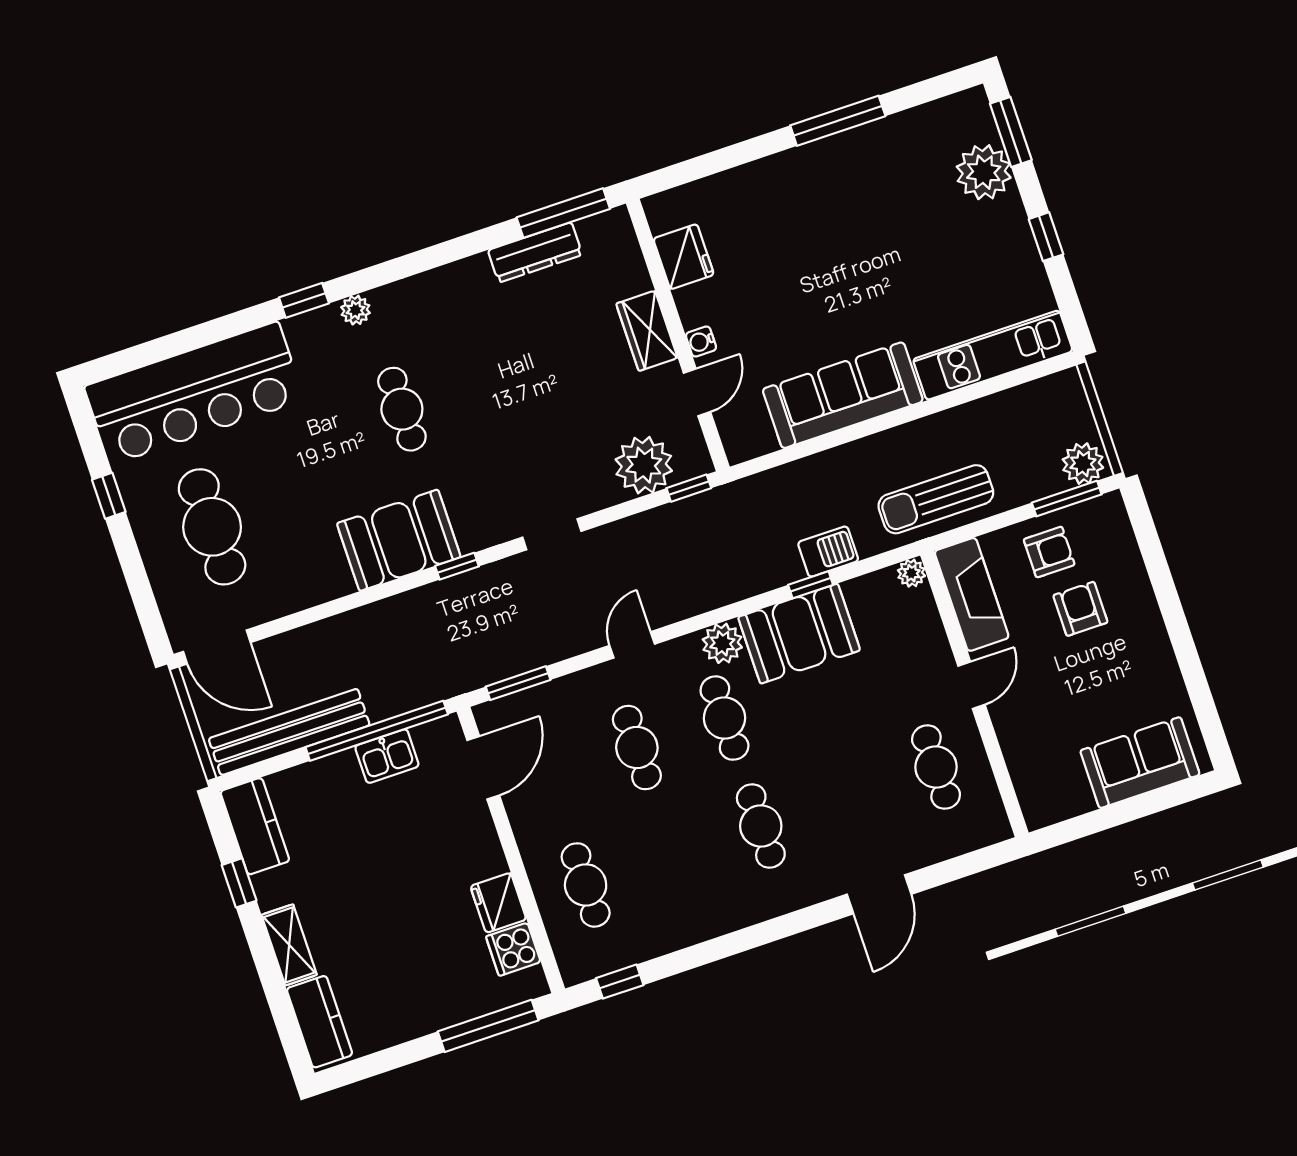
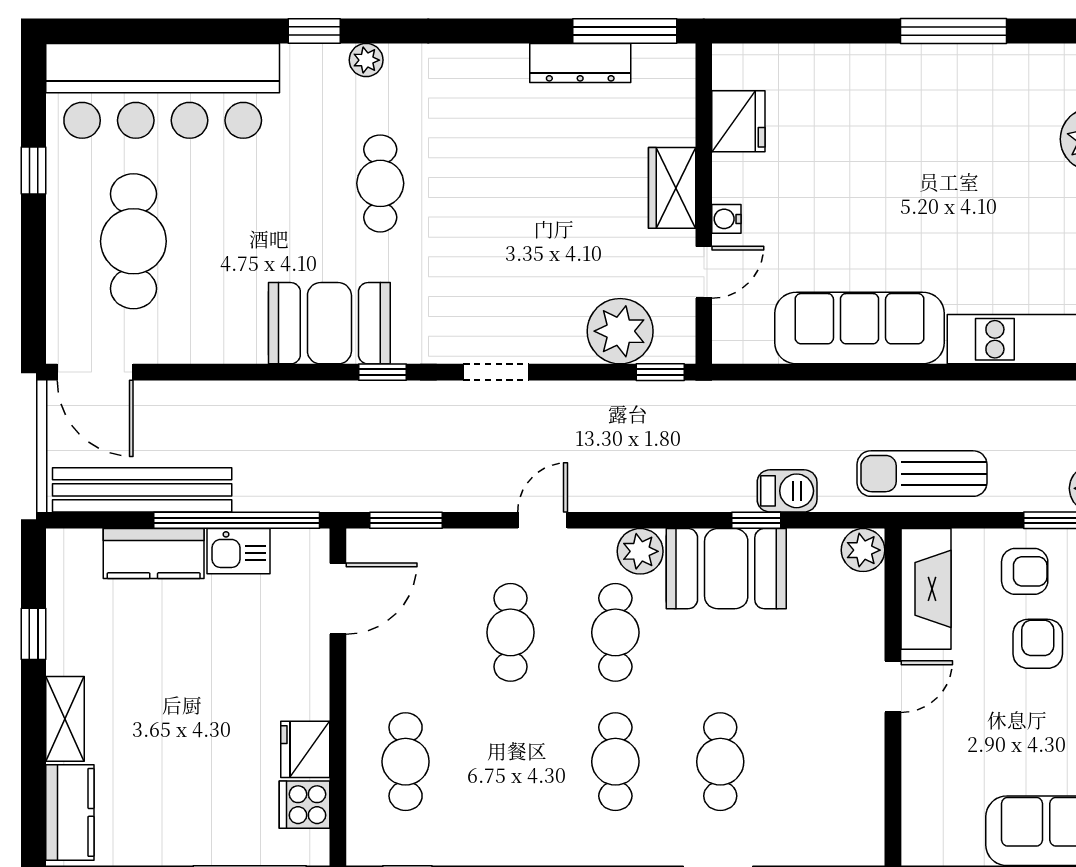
plant: (911, 573) -> (863, 550), width x1.38, depth x1.38
cafe table: (936, 767) -> (720, 762), moved
kitchen counter: (255, 826) -> (154, 554), moved, turned 90

